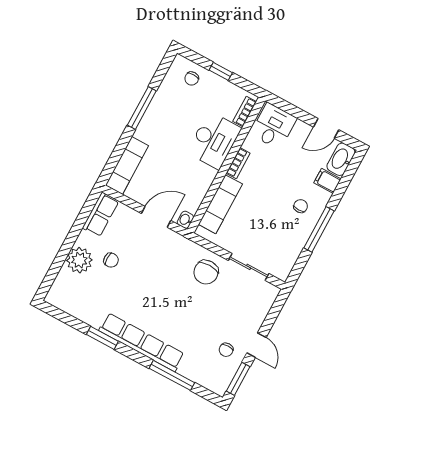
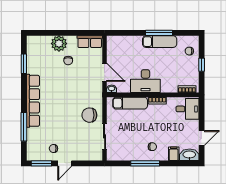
door: (326, 128) -> (202, 138), swing flipped
desk: (214, 140) -> (145, 81), moved
exam couch: (127, 165) -> (160, 42), moved
window: (102, 338) -> (24, 64), moved

